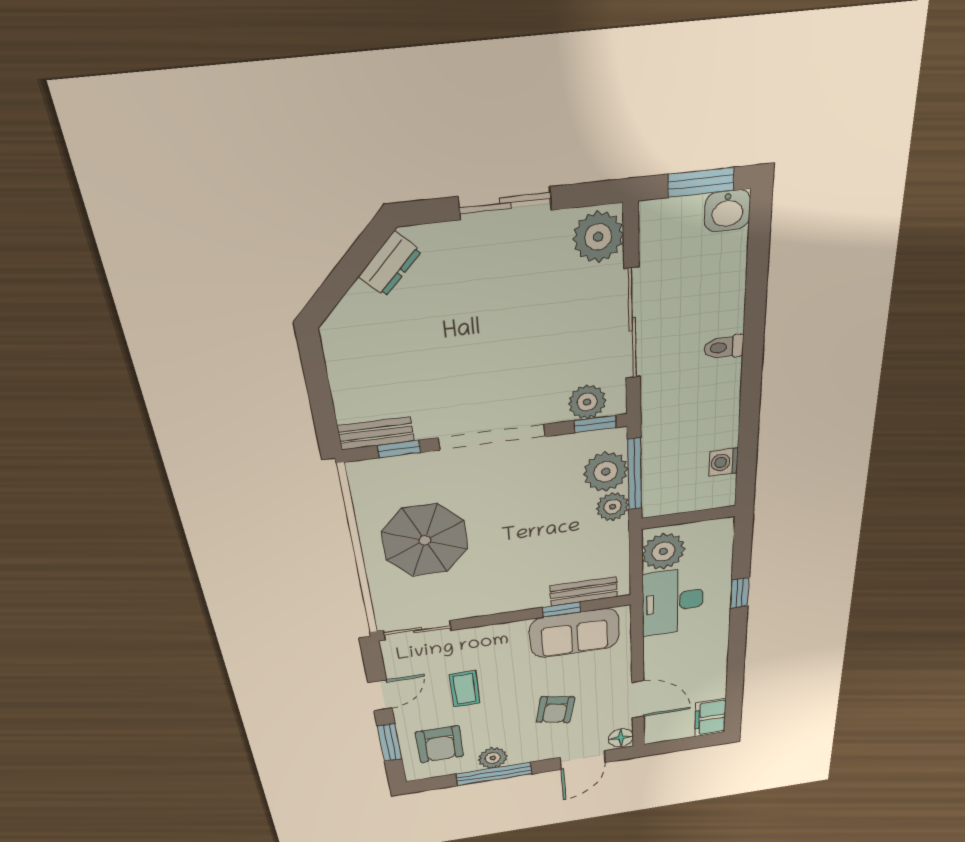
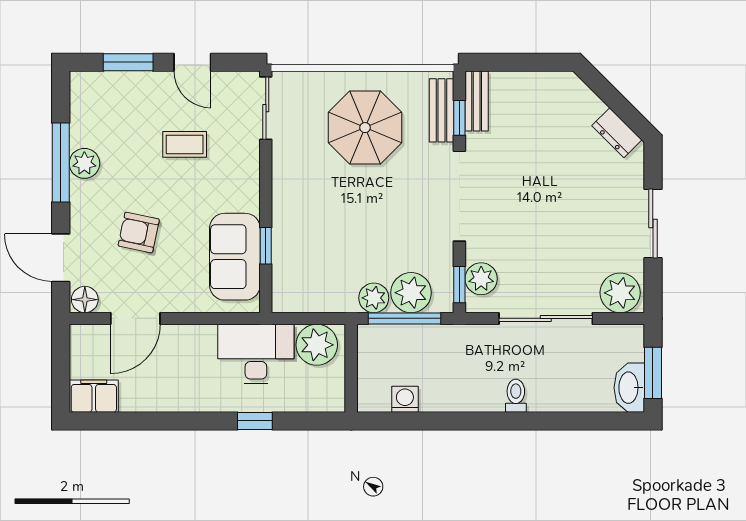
washbasin: (727, 211) -> (629, 388), width x1.38
bench: (584, 591) -> (442, 110), moved
armchair: (440, 744) -> (115, 111), removed

